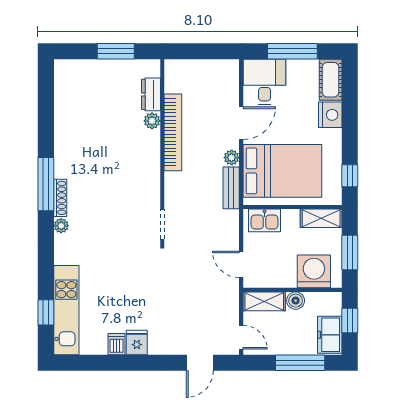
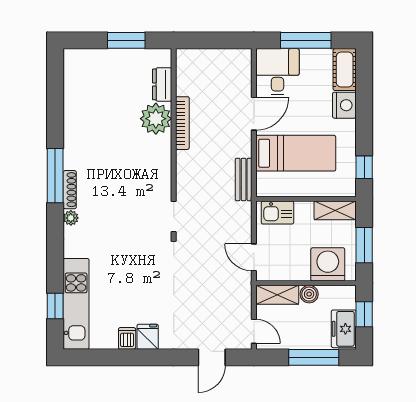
plant: (152, 121) -> (156, 119), width x1.87, depth x1.87
bookcase: (173, 132) -> (182, 123), width x0.68, depth x0.76
plant: (232, 158) -> (244, 149), removed
bed: (282, 171) -> (296, 153), width x0.67

